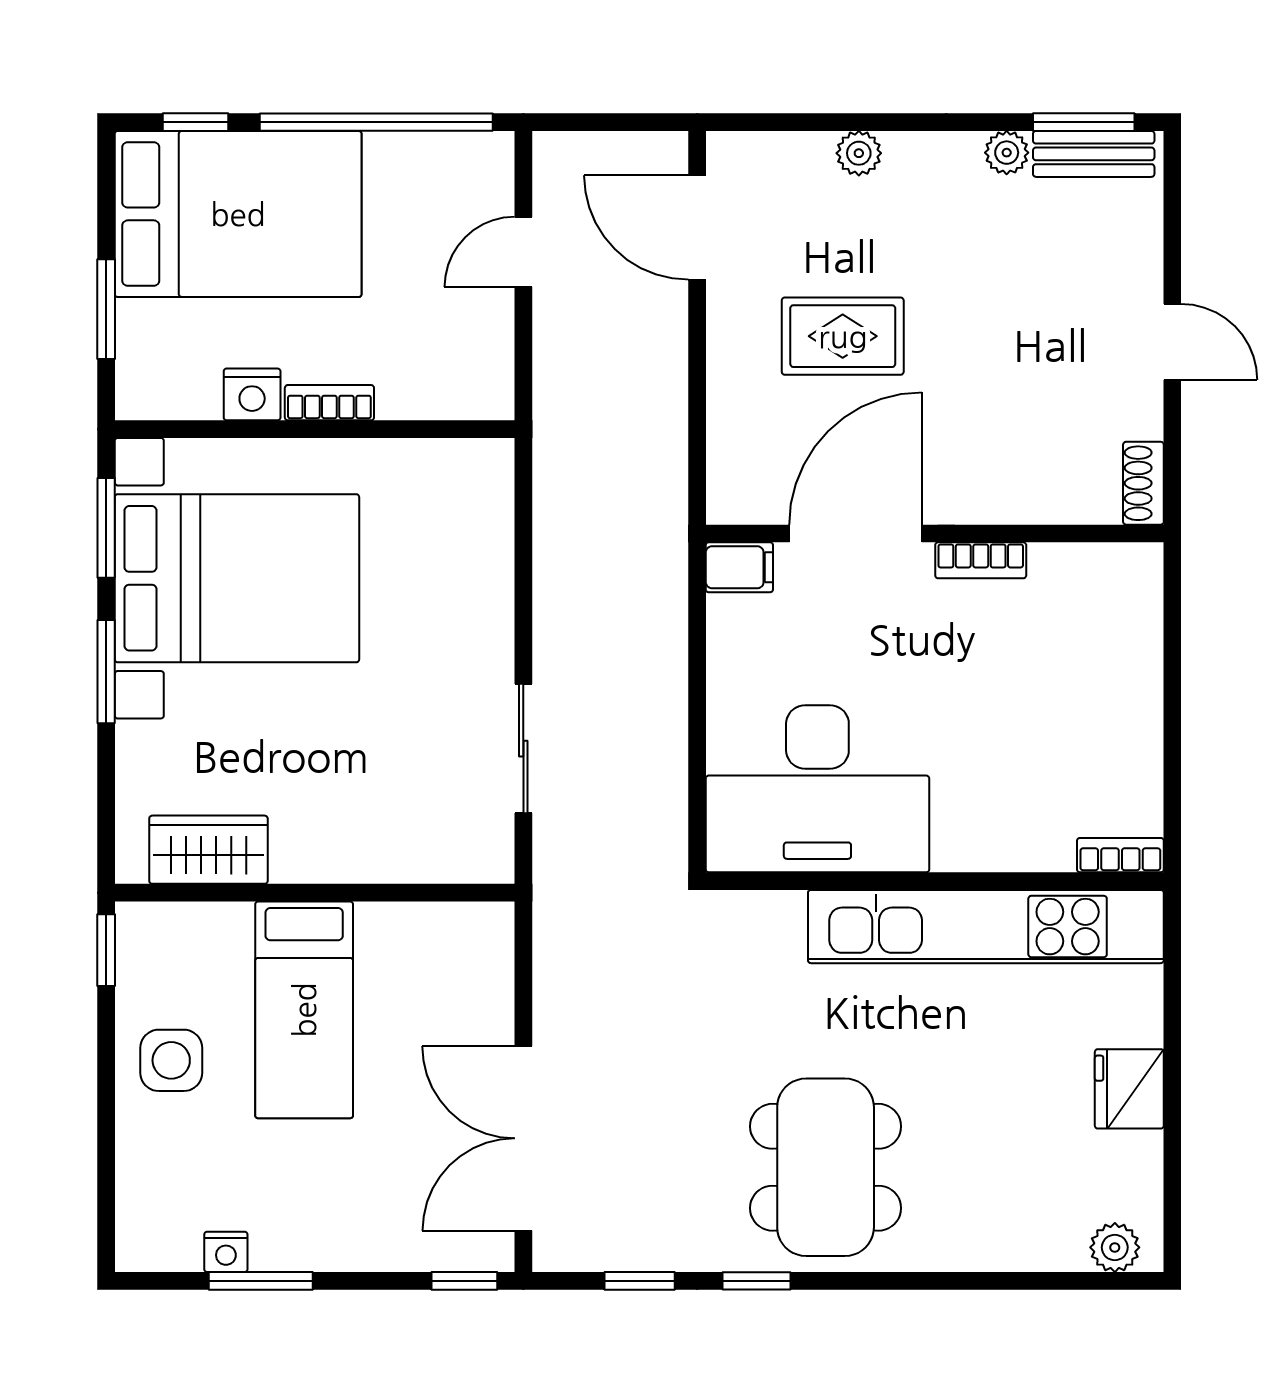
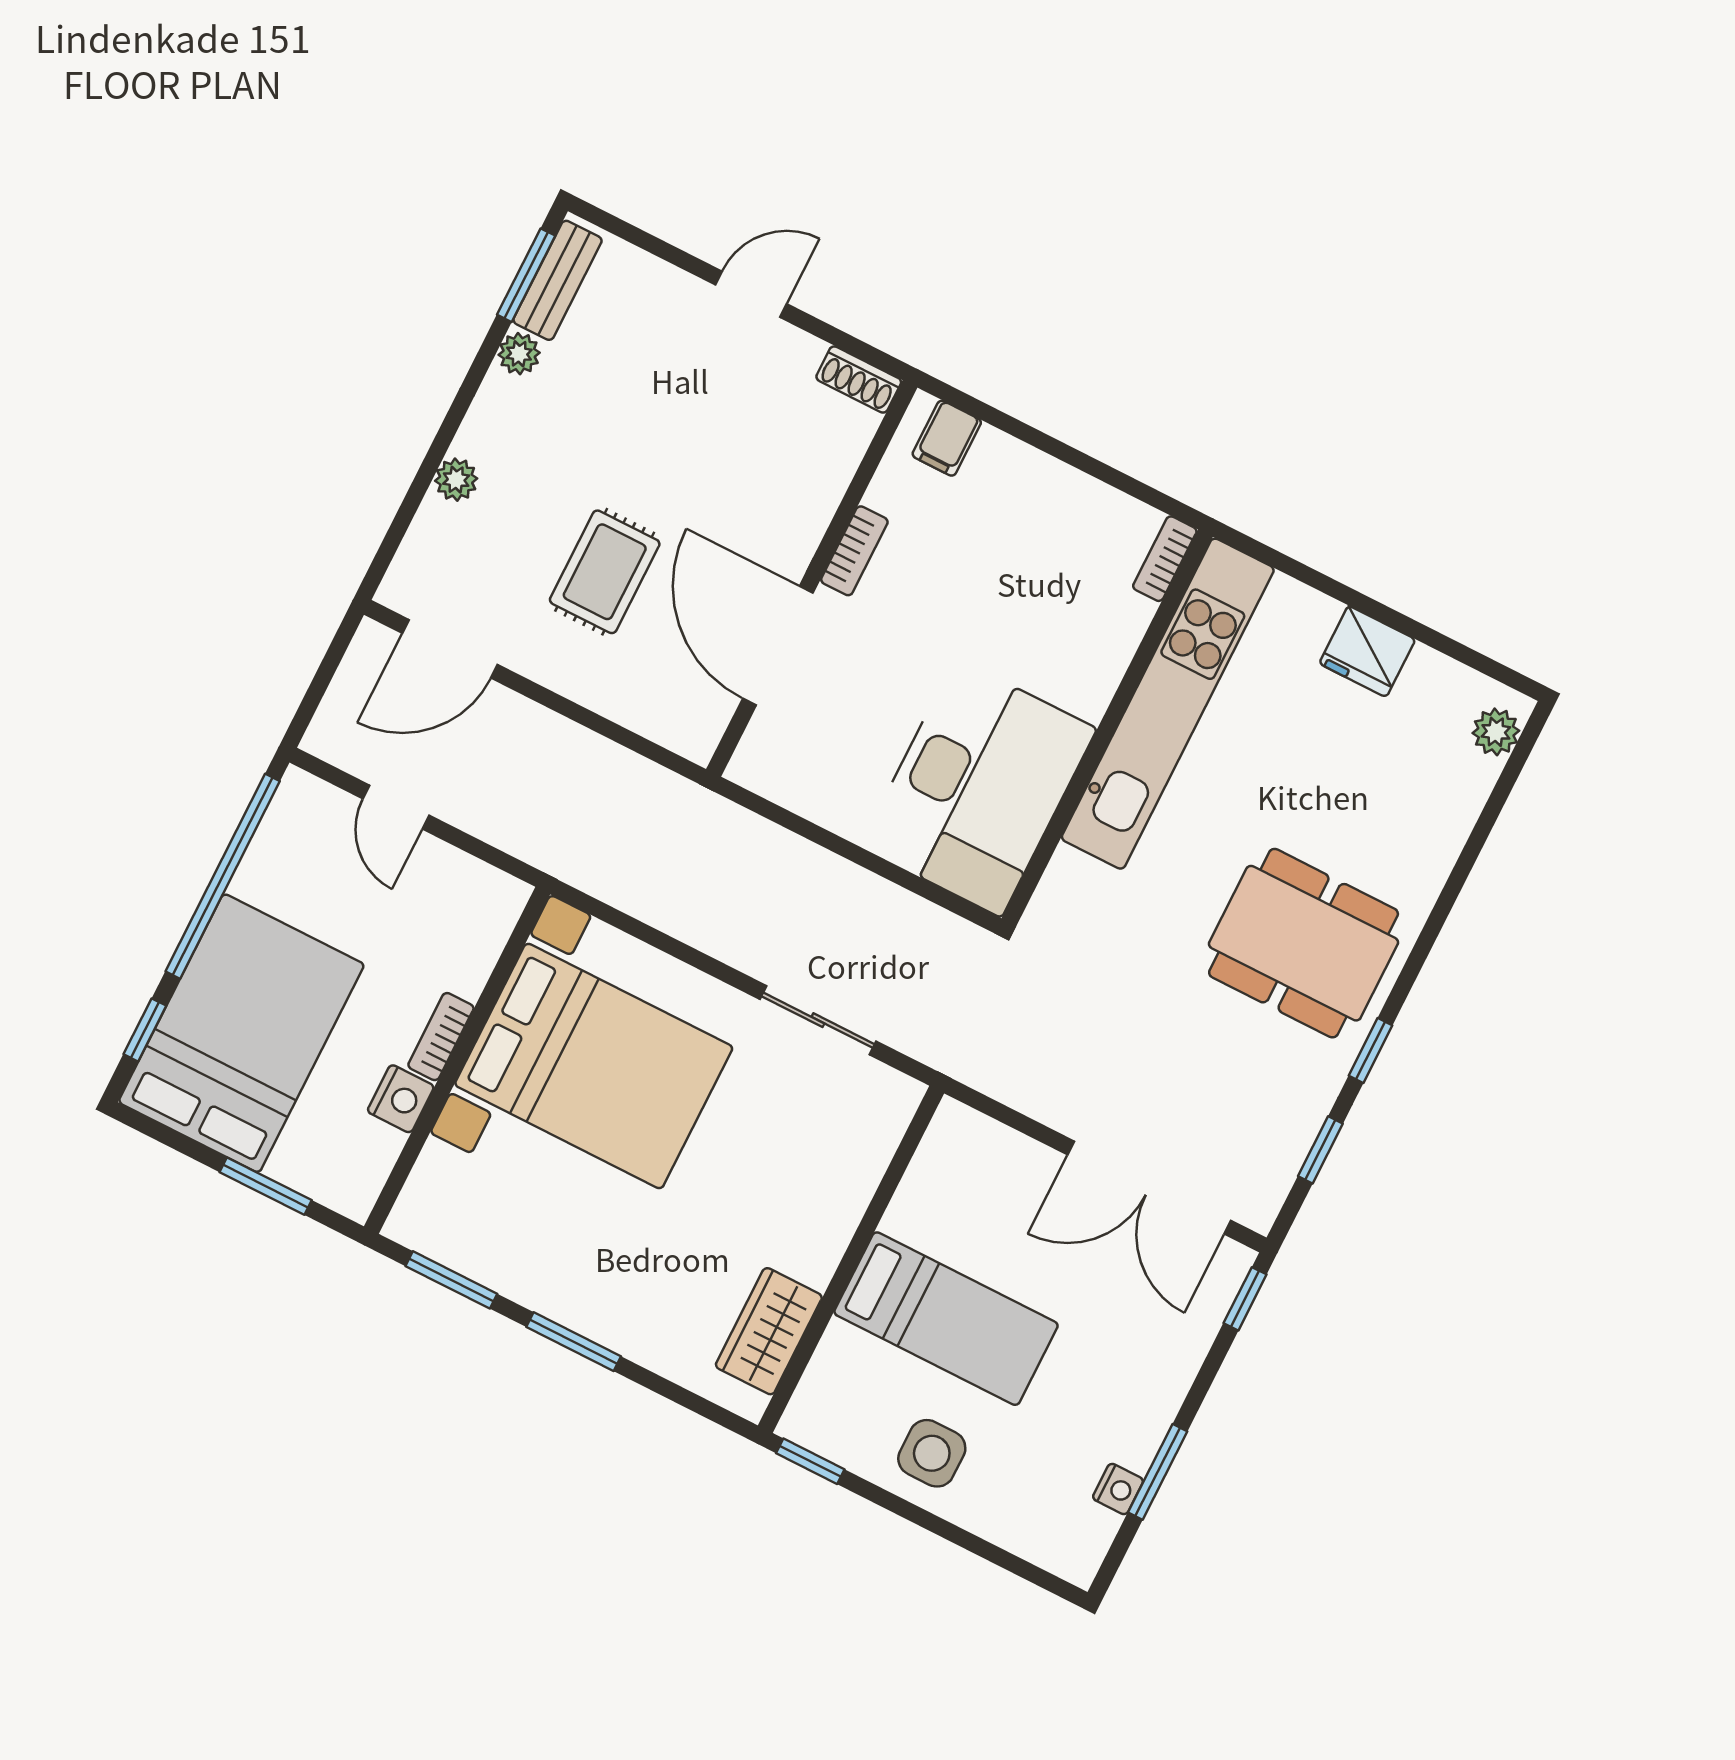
filing cabinet: (739, 567) -> (947, 438), moved, turned 180
bed with nightstands: (237, 578) -> (594, 1066), moved, turned 90

